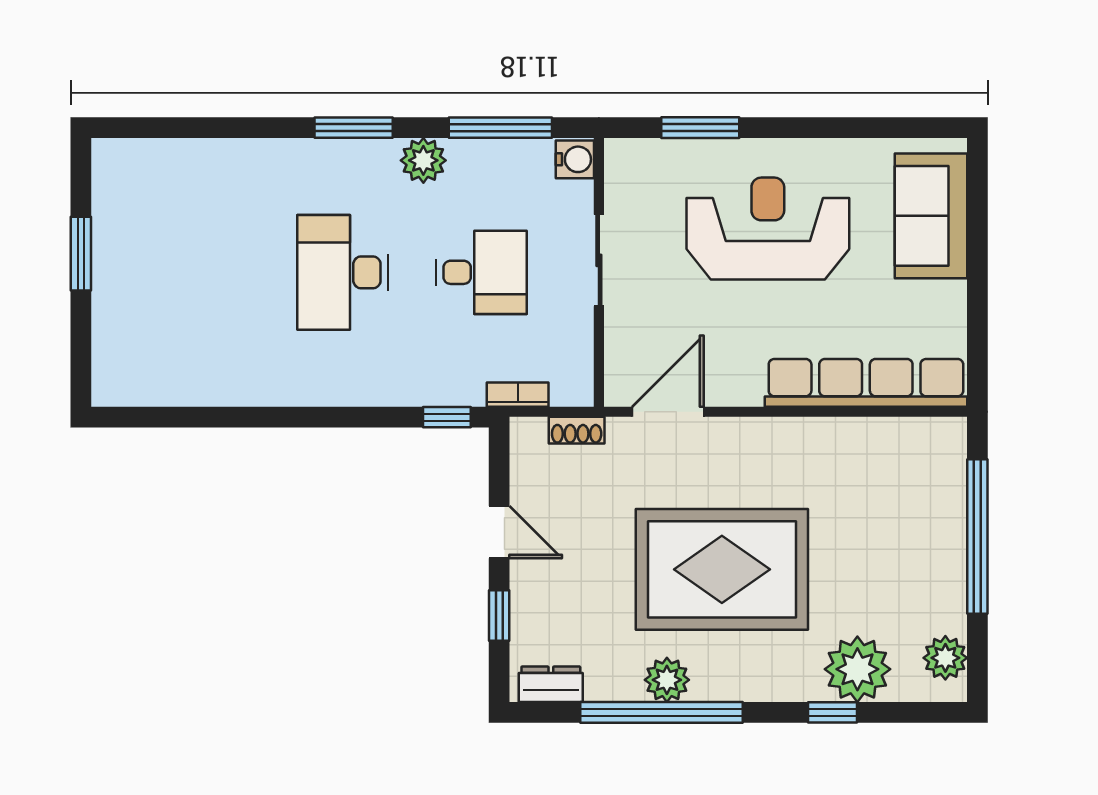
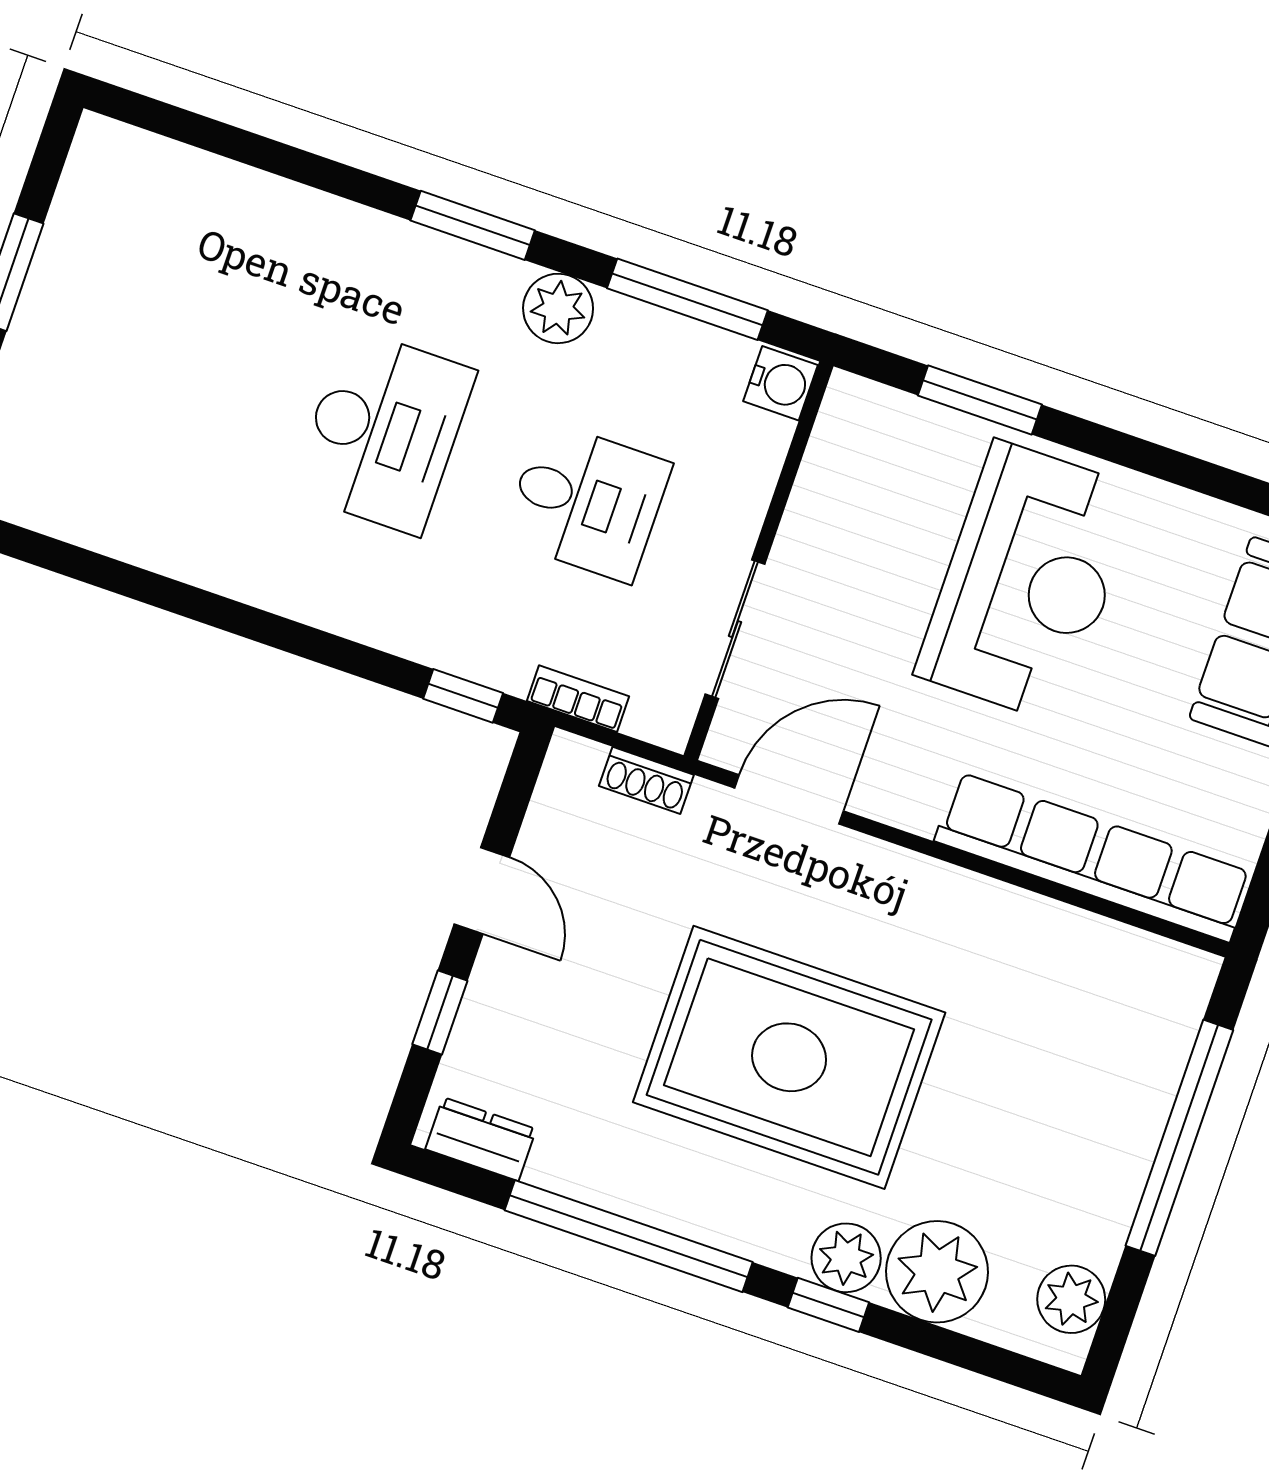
reception desk: (768, 229) -> (1028, 582), turned 90
sliding door: (599, 260) -> (735, 629), moved
desk: (343, 272) -> (384, 432), turned 180
plant: (667, 680) -> (846, 1258), moved
window: (832, 712) -> (828, 1305), moved

